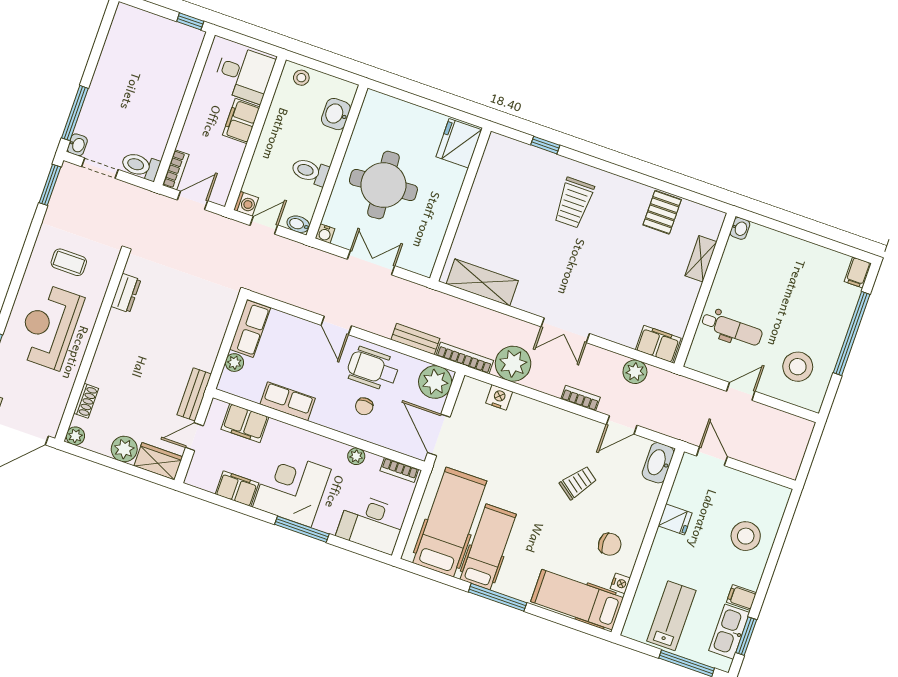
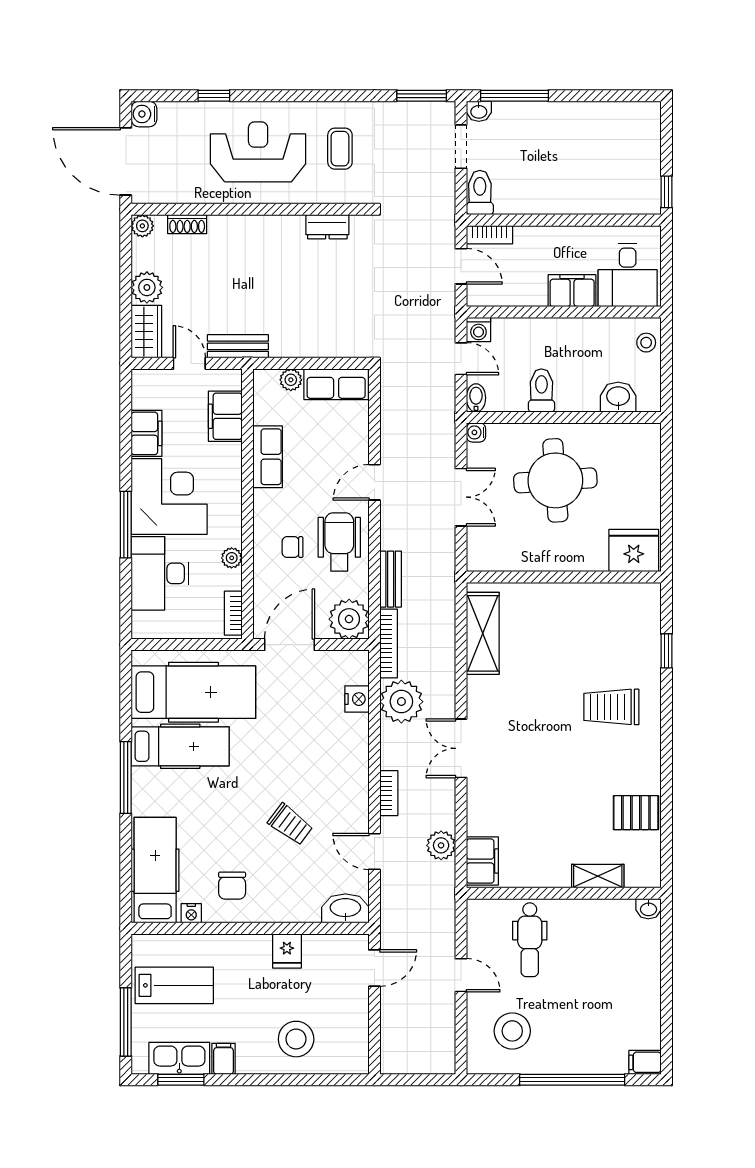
desk: (371, 524) -> (160, 573), moved

